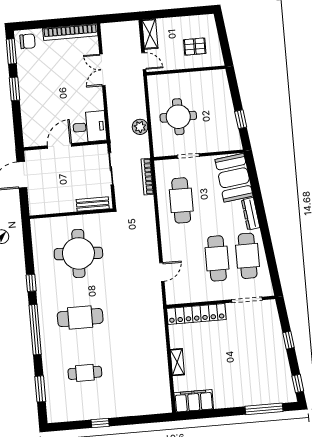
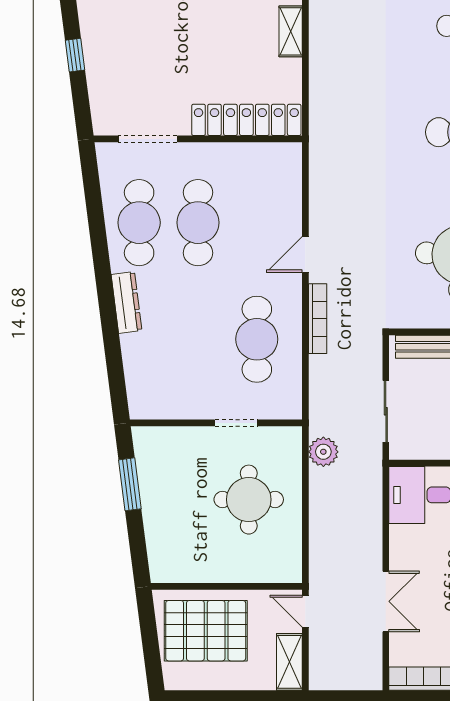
pallet: (195, 47) -> (206, 631), width x2.05, depth x2.00
window: (241, 119) -> (130, 484), width x1.50
plant: (140, 127) -> (323, 452), moved
bookcase: (147, 177) -> (318, 319), moved
booth: (234, 178) -> (152, 374), removed
door: (162, 272) -> (305, 254), moved

